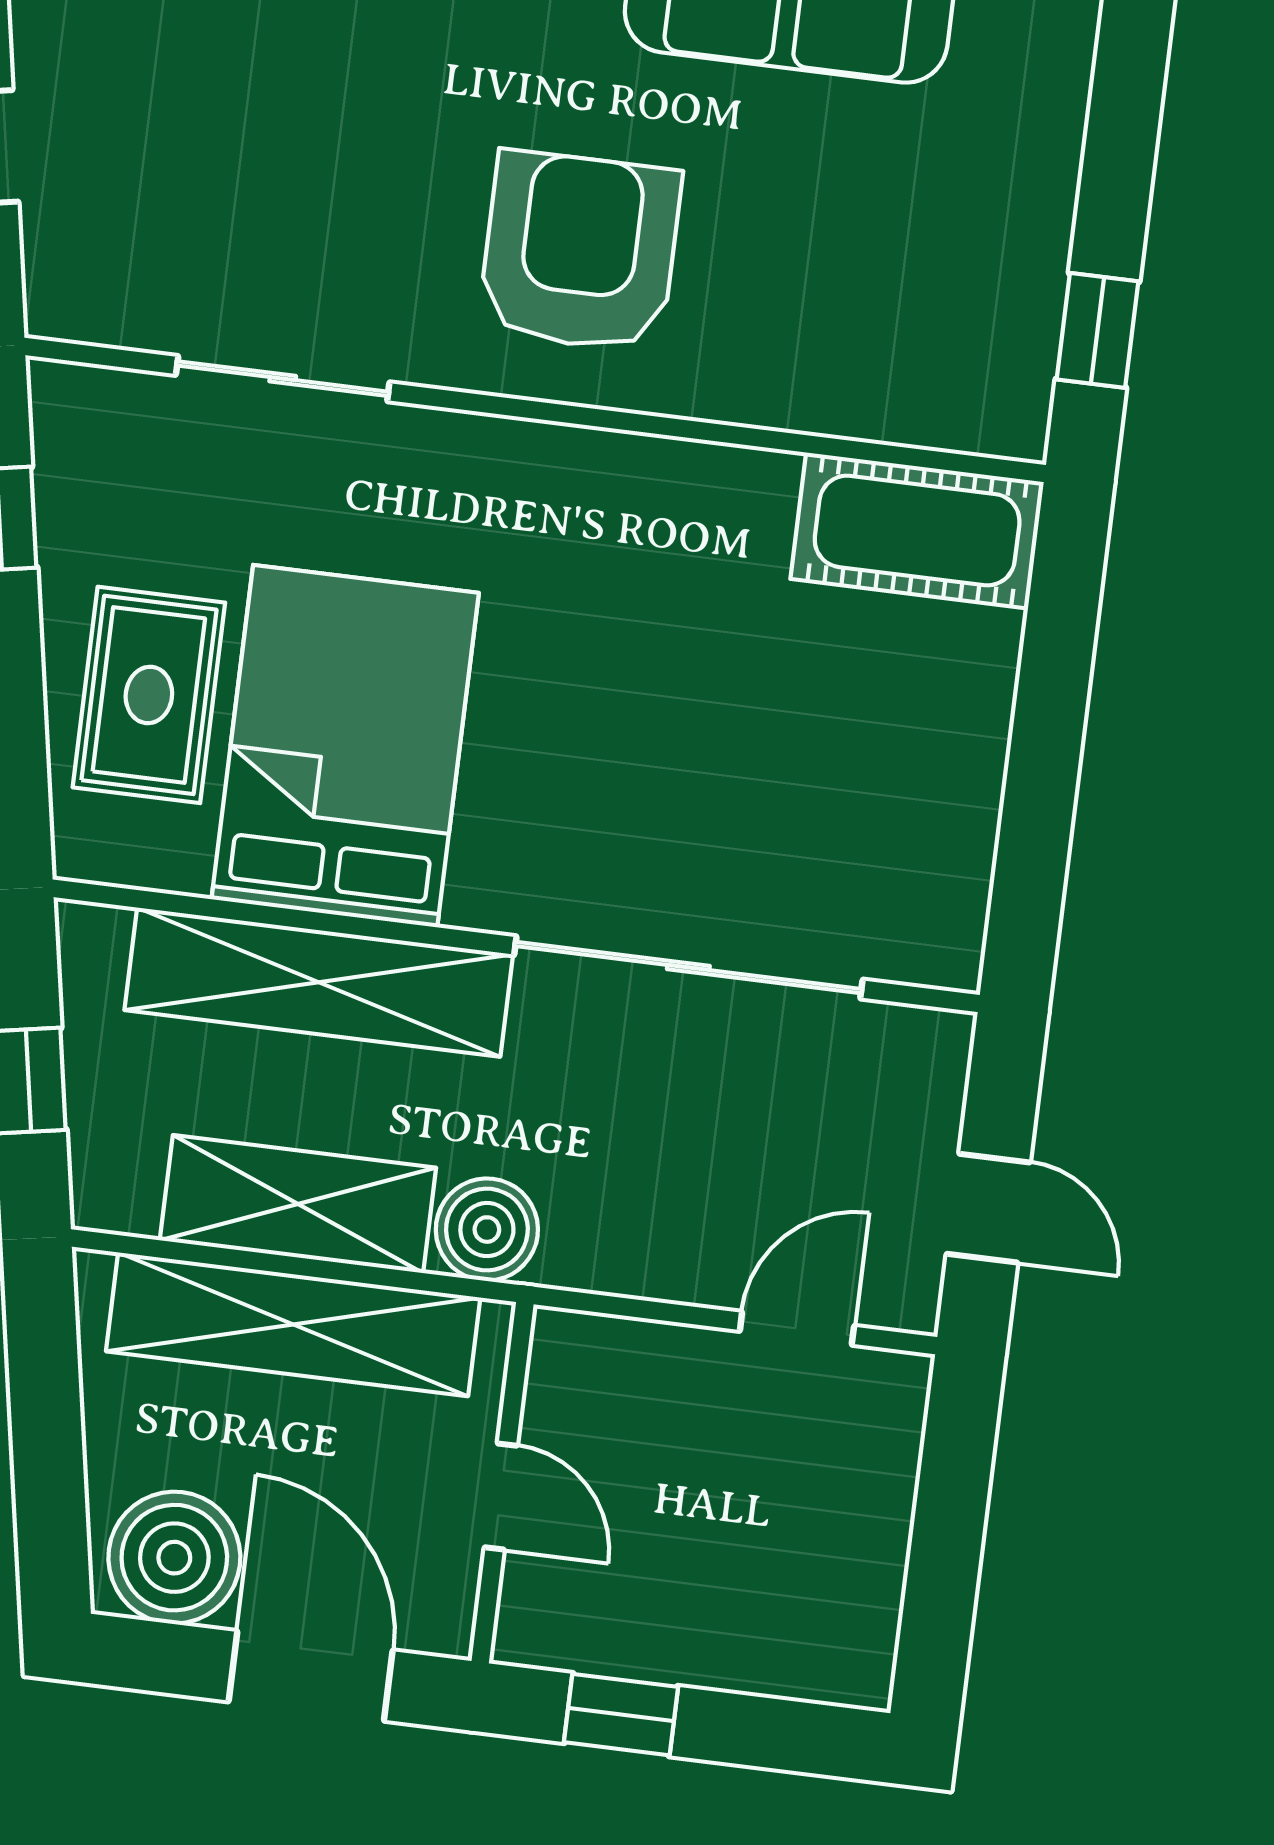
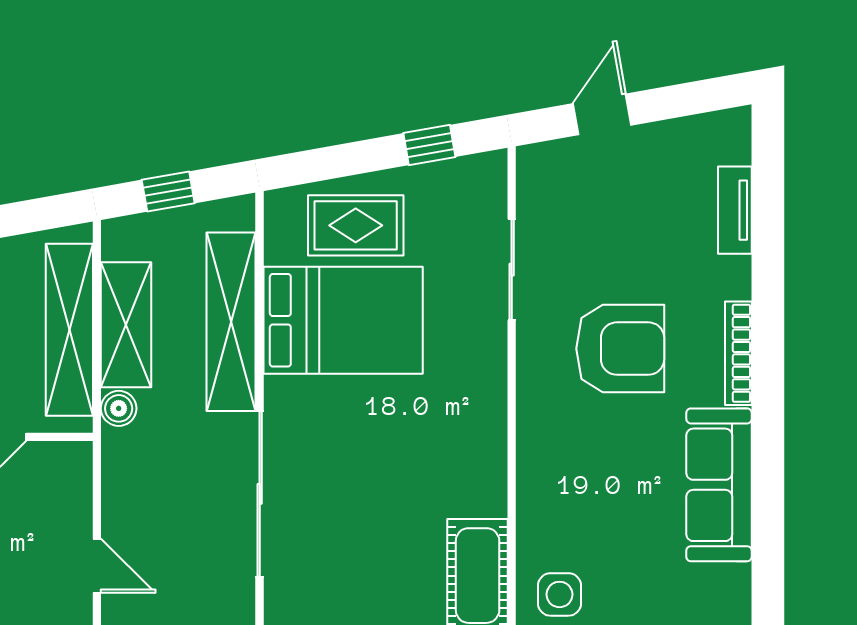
armchair: (580, 252) -> (620, 349), moved
side table: (978, 363) -> (559, 594), added
boiler: (487, 1230) -> (119, 408), width x0.73, depth x0.73

